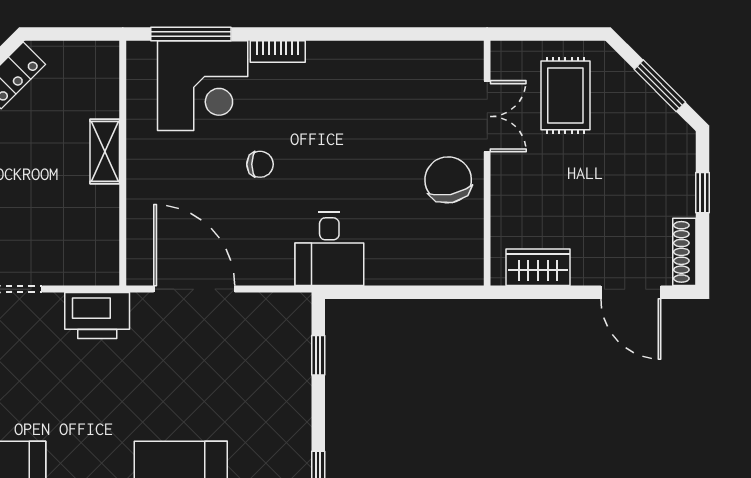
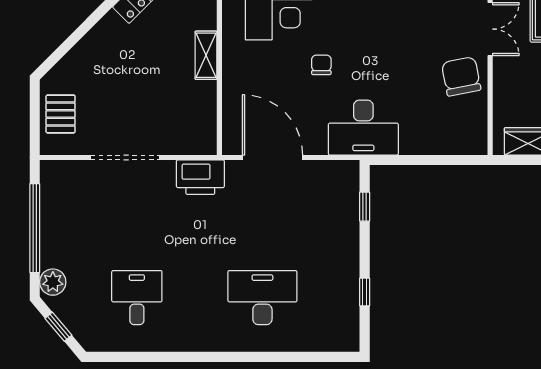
chair: (260, 164) -> (321, 65), turned -90
desk: (329, 249) -> (363, 128), width x1.37

